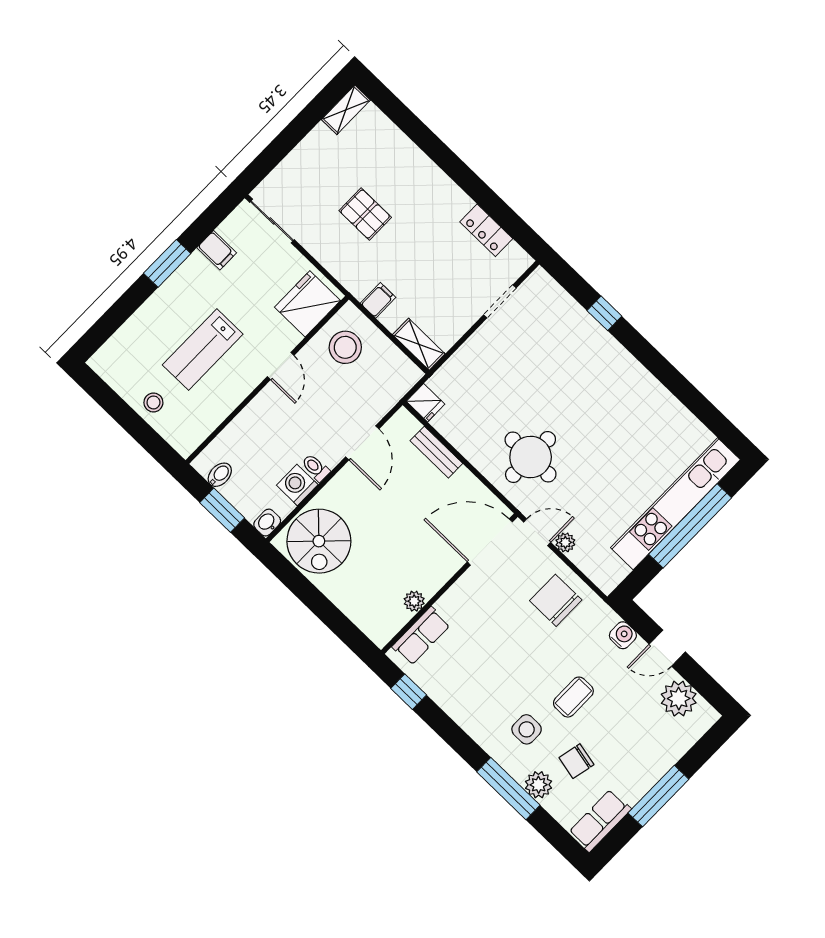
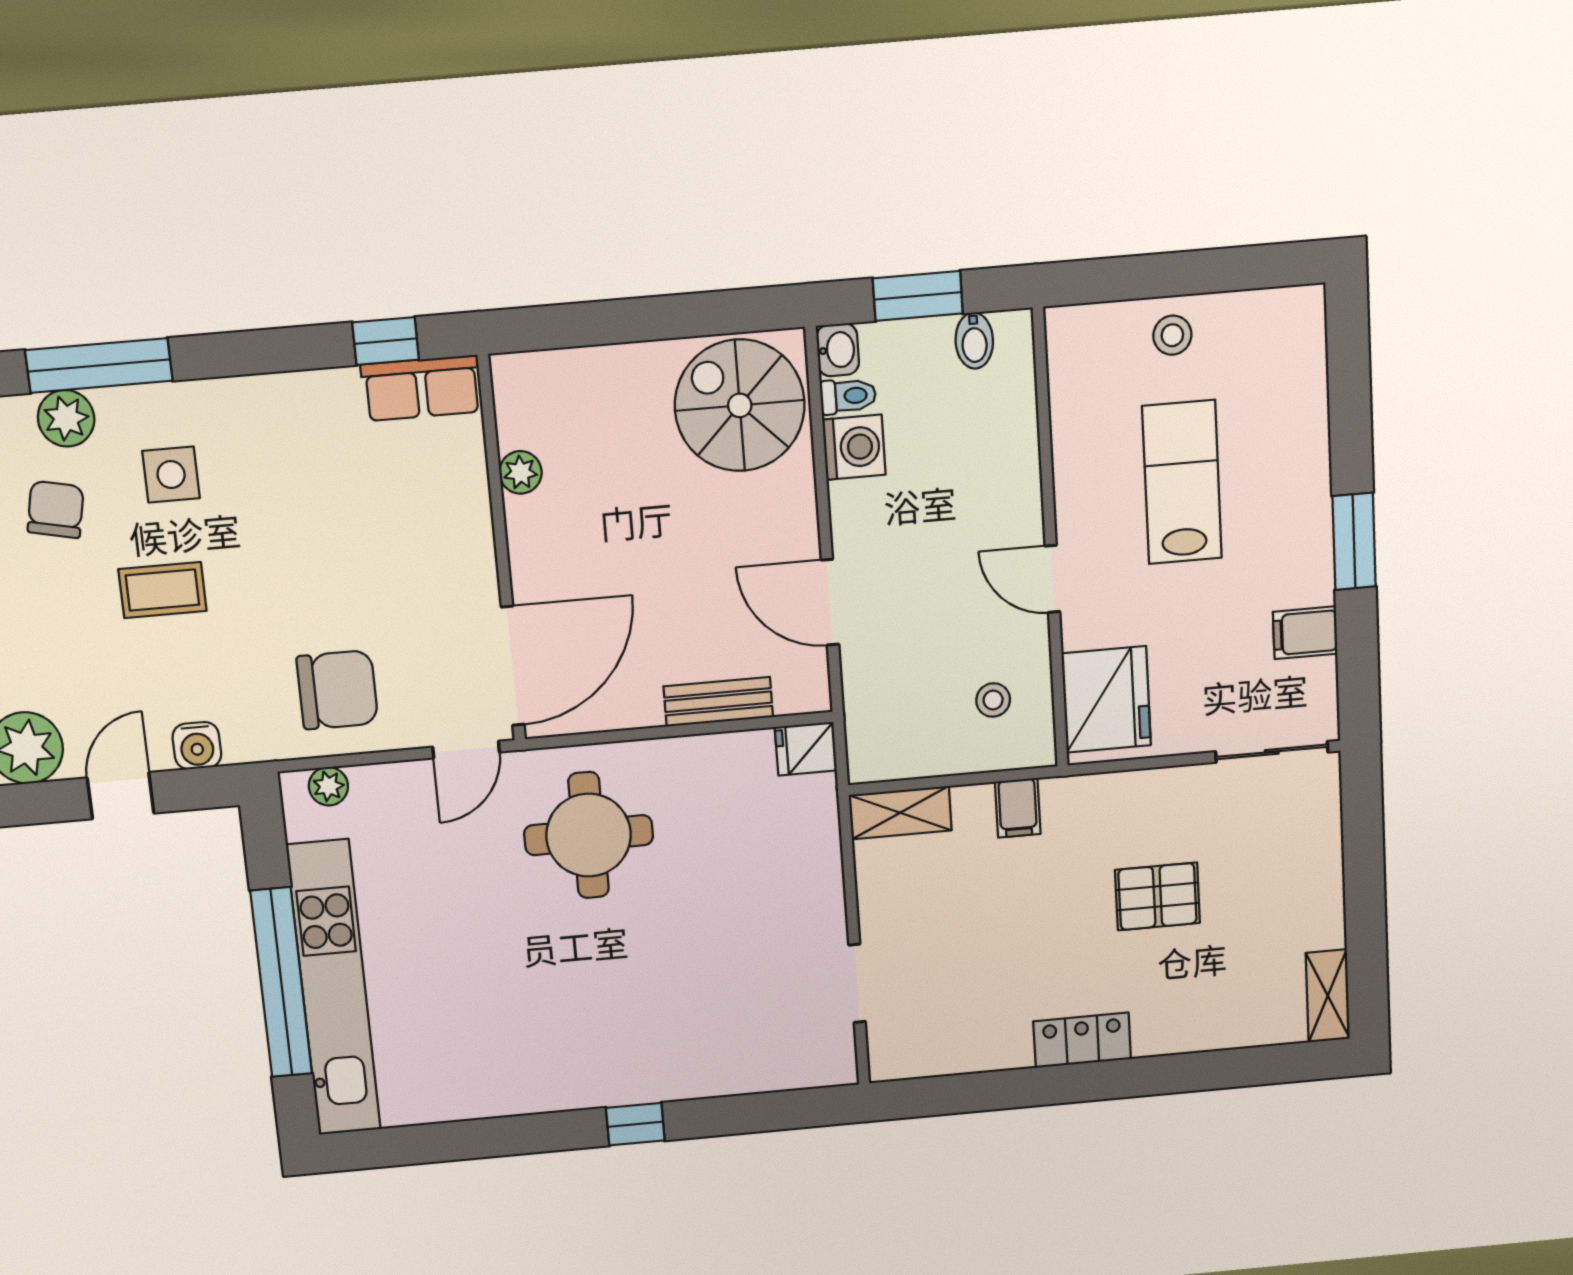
locker: (486, 230) -> (1082, 1040), moved
window: (604, 313) -> (635, 1124), moved
stool: (345, 347) -> (993, 700), width x0.53, depth x0.53
toilet: (316, 468) -> (848, 396), moved
plant: (565, 542) -> (328, 786), moved
row of seats: (421, 636) -> (422, 388), moved, turned -90
coffee table: (573, 697) -> (162, 590), turned 90

